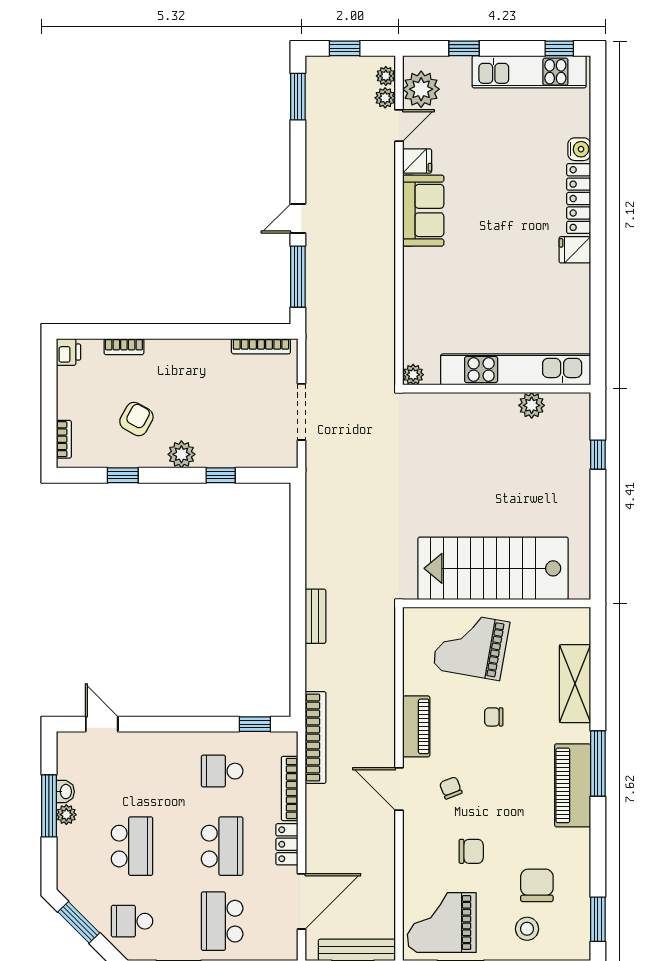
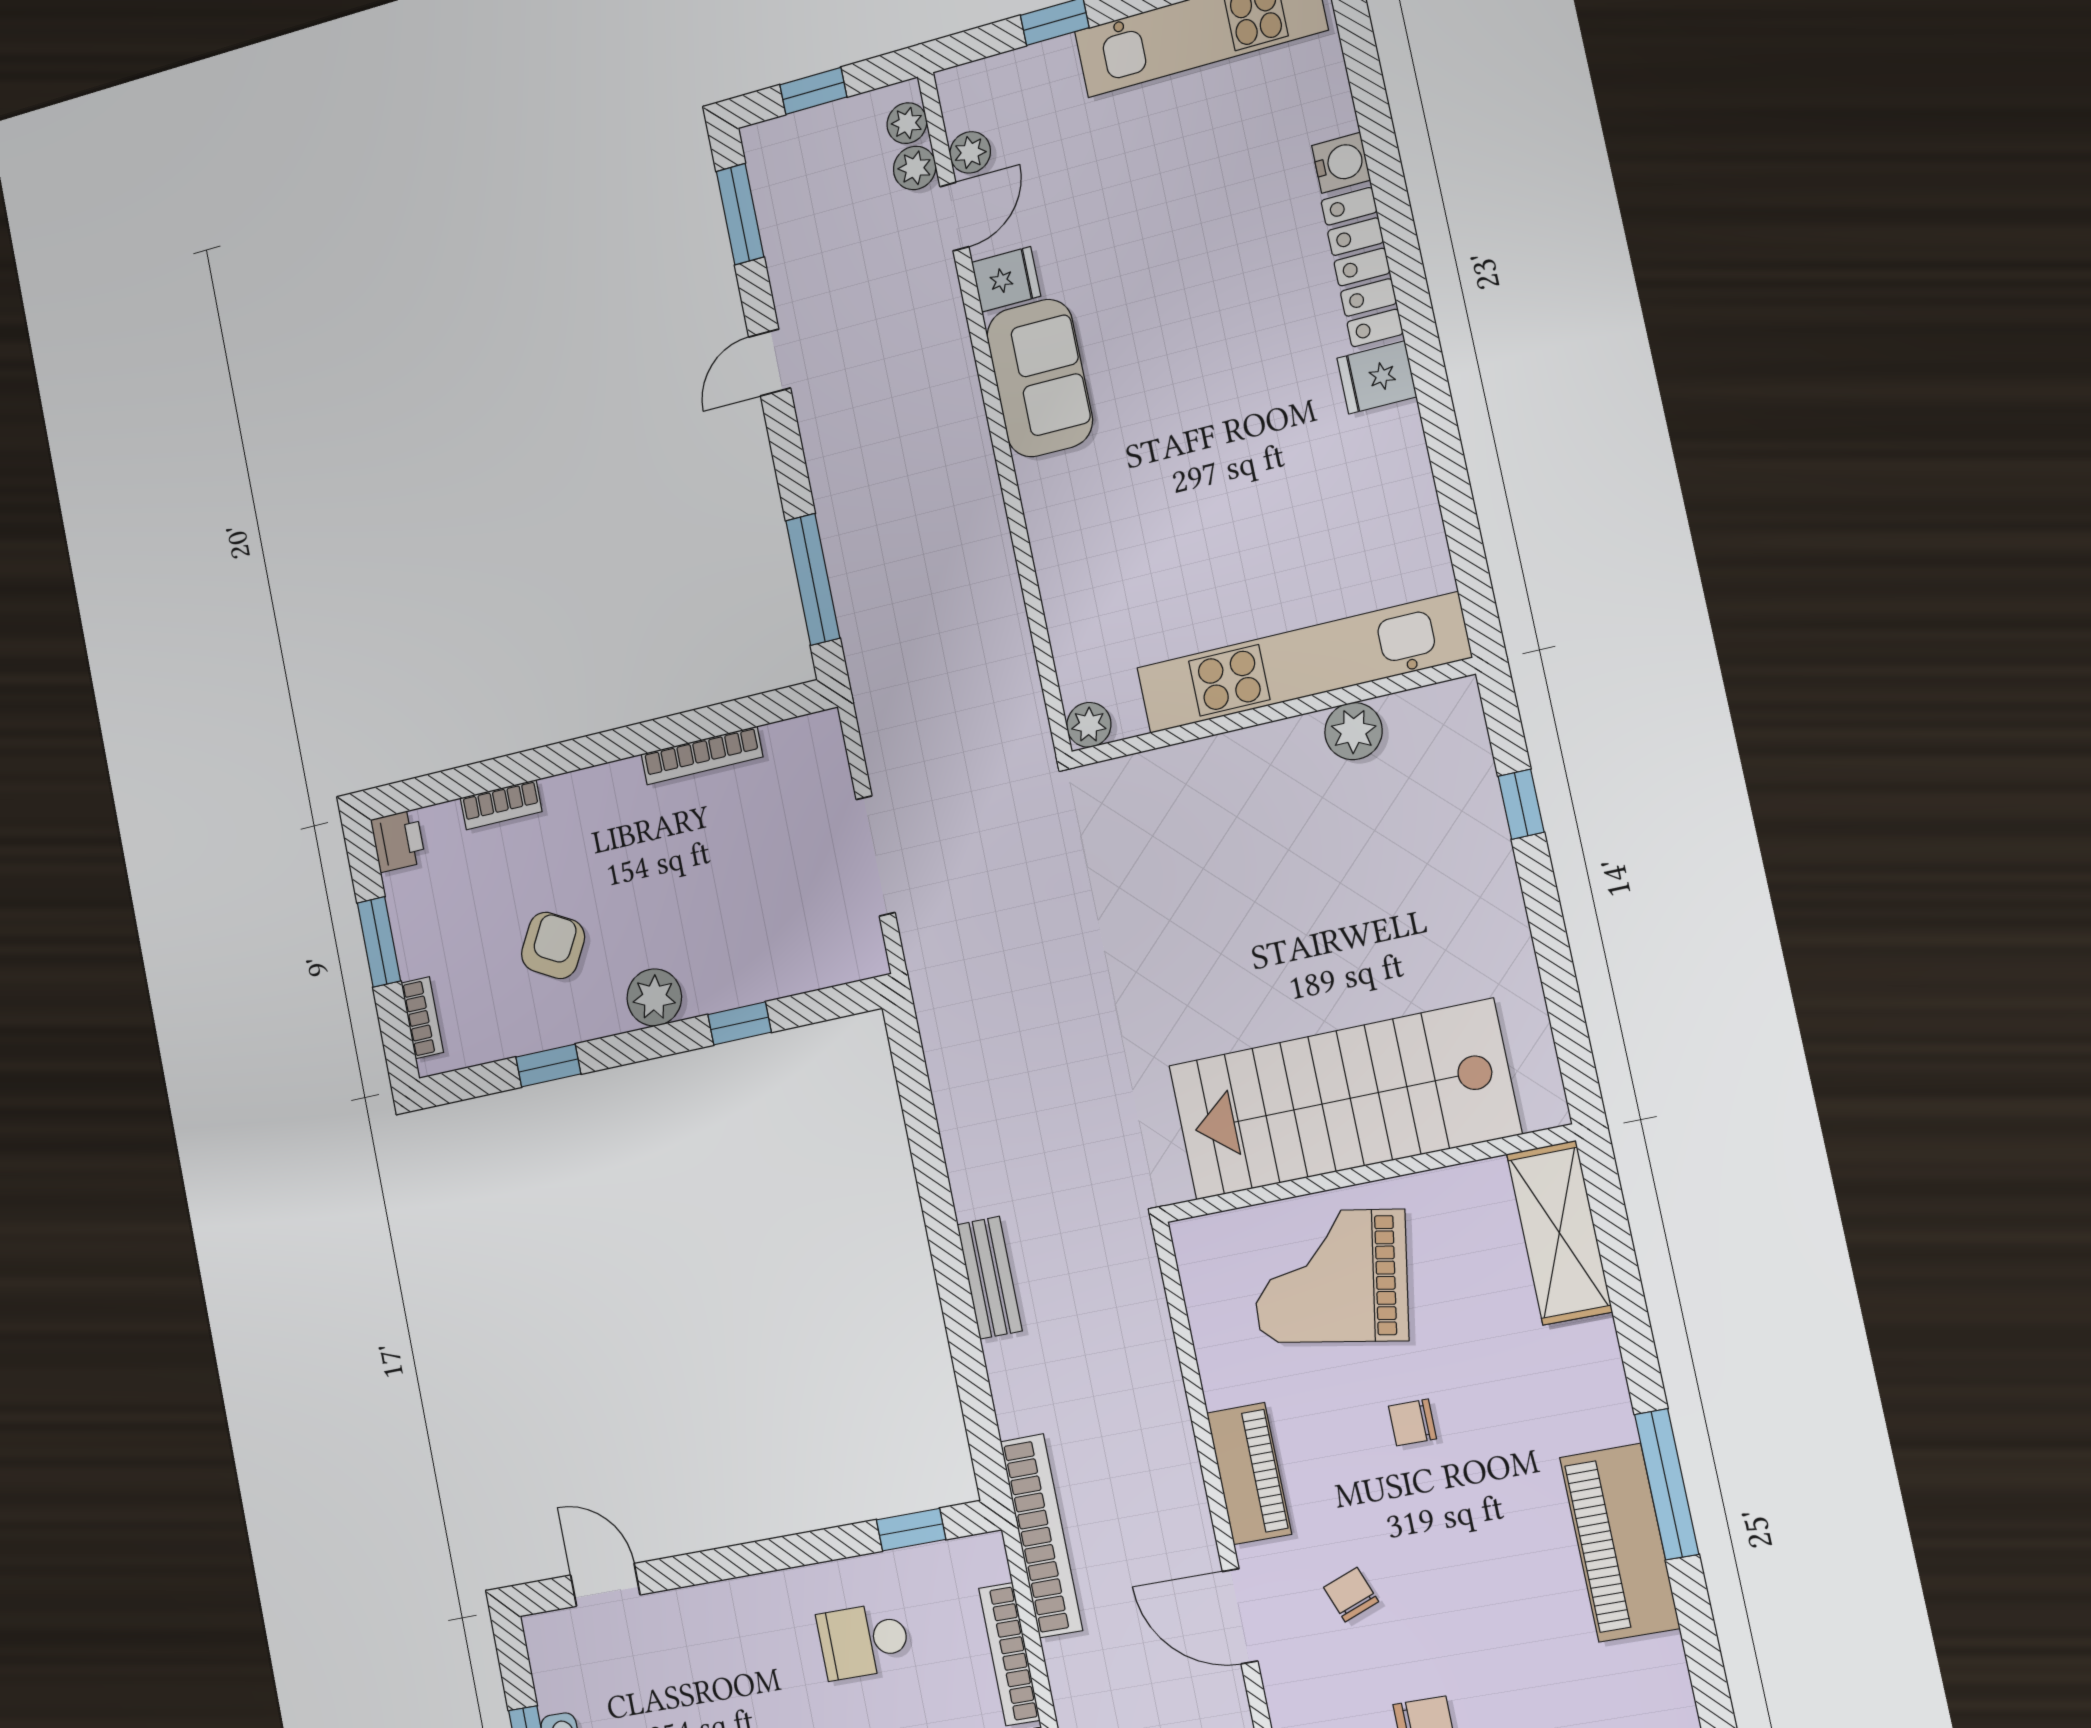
plant: (421, 89) -> (970, 152), width x0.53, depth x0.53
door: (298, 218) -> (770, 363), moved
bookcase: (261, 346) -> (702, 756), moved
window: (49, 398) -> (379, 942), added
shelving: (575, 684) -> (1559, 1233), moved

